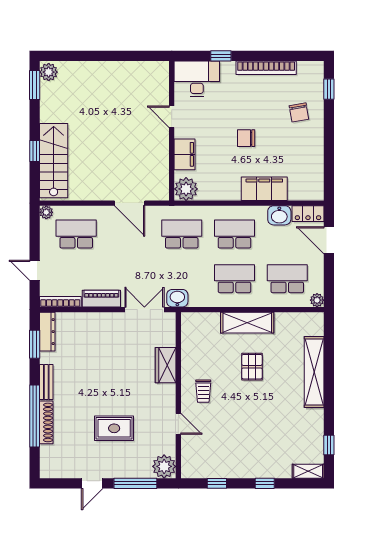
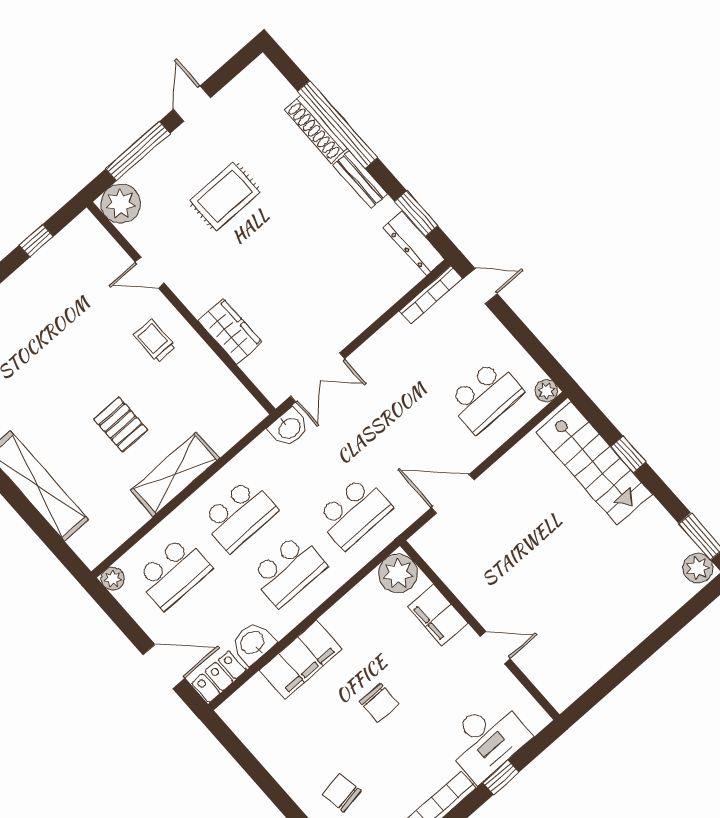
desk: (197, 79) -> (486, 739), moved
chair: (246, 138) -> (379, 703), turned 90
door: (35, 270) -> (480, 286), moved
piano: (101, 299) -> (383, 344), removed

